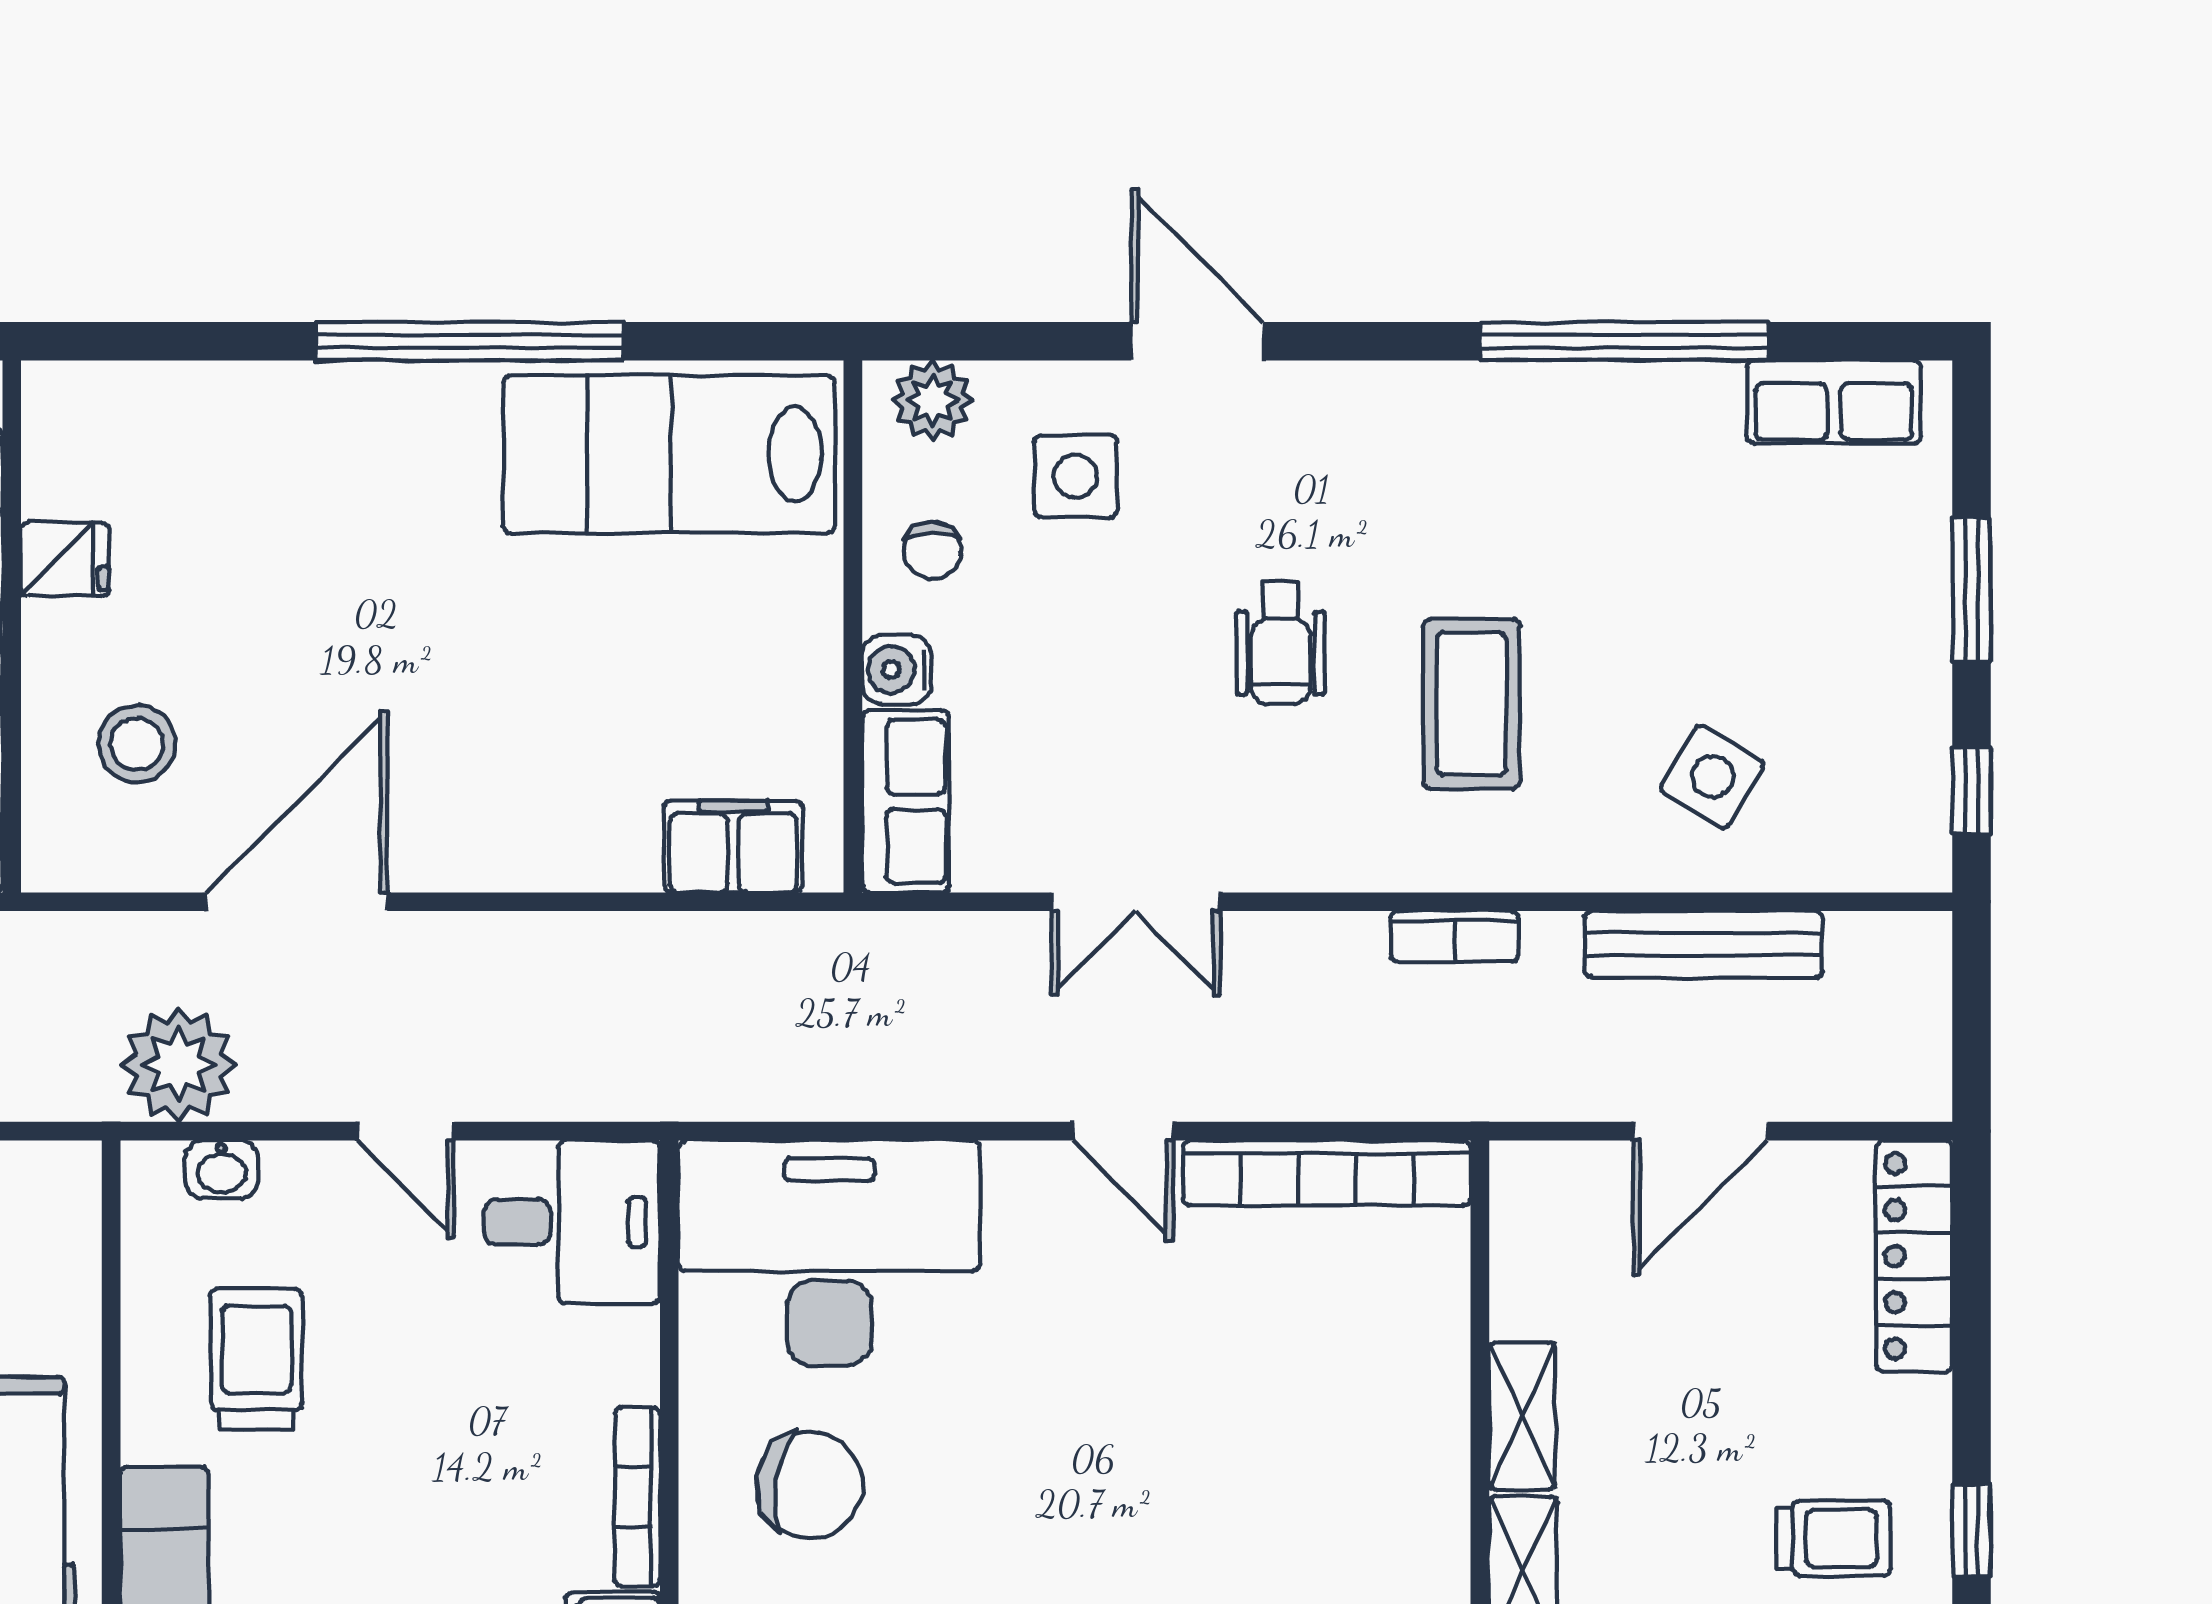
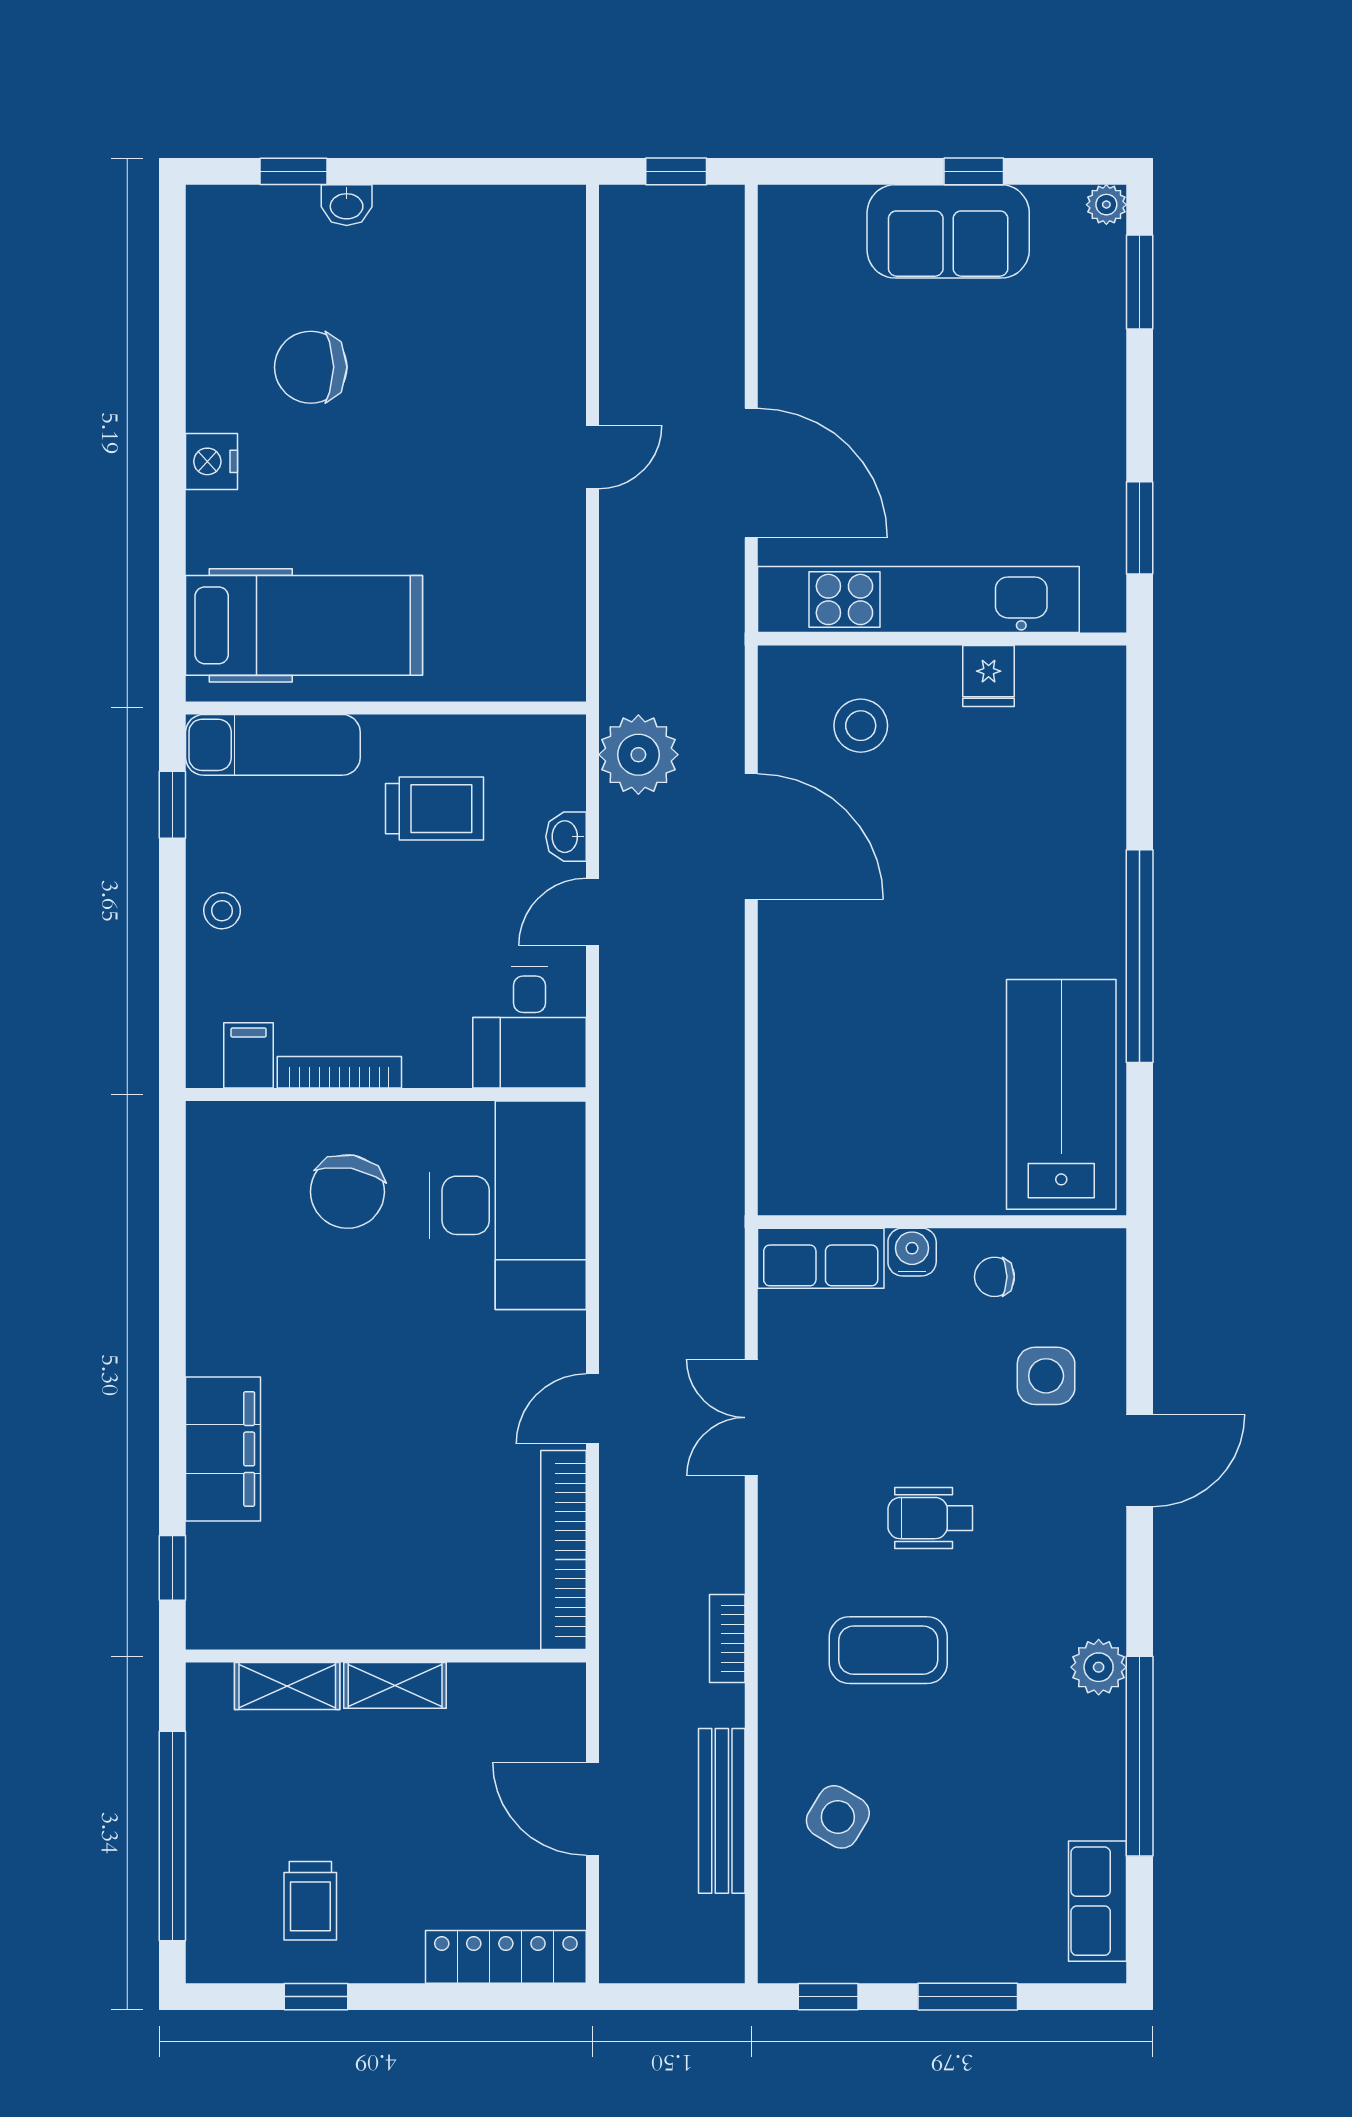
plant: (932, 400) -> (1099, 1667), moved
filing cabinet: (733, 847) -> (790, 1139), removed
washbasin: (222, 1169) -> (566, 837), moved

